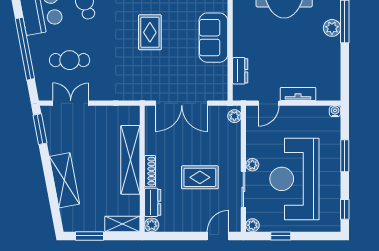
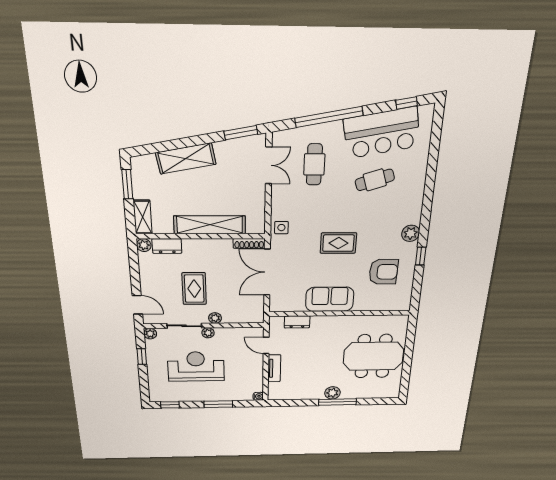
side table: (133, 90) -> (281, 228), added
plant: (234, 116) -> (215, 318), moved
shoe rack: (150, 171) -> (249, 243), moved
reception desk: (294, 179) -> (196, 367), width x0.74, depth x0.77

